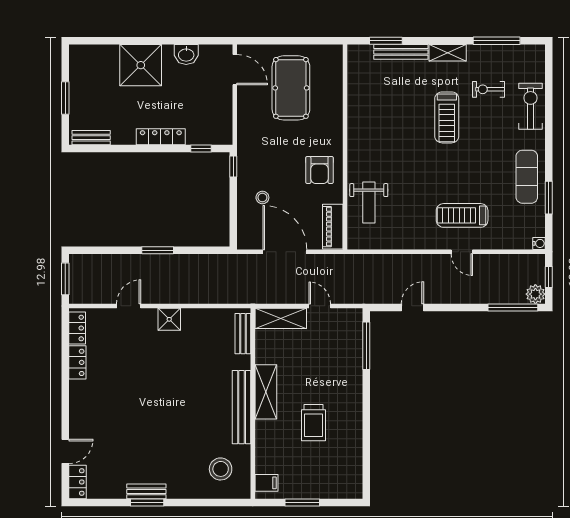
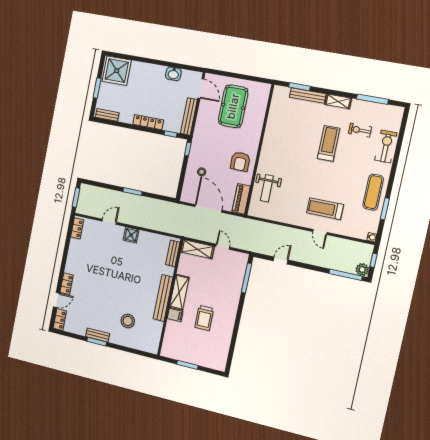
shower: (141, 65) -> (117, 71), moved
bench: (225, 116) -> (189, 116), added
treadmill: (447, 117) -> (329, 143), turned 180
locker: (77, 362) -> (67, 284), moved
stool: (221, 469) -> (128, 321), moved
filing cabinet: (266, 483) -> (175, 315), moved

